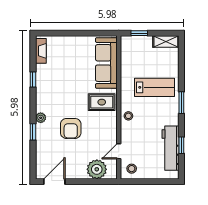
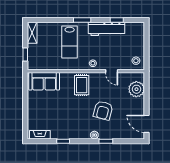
sofa: (106, 63) -> (44, 81), width x0.73
lab bench: (154, 87) -> (70, 42), turned 180
armchair: (71, 128) -> (103, 110), turned 105
workbench: (170, 148) -> (106, 29), moved
door: (119, 151) -> (112, 71), moved

